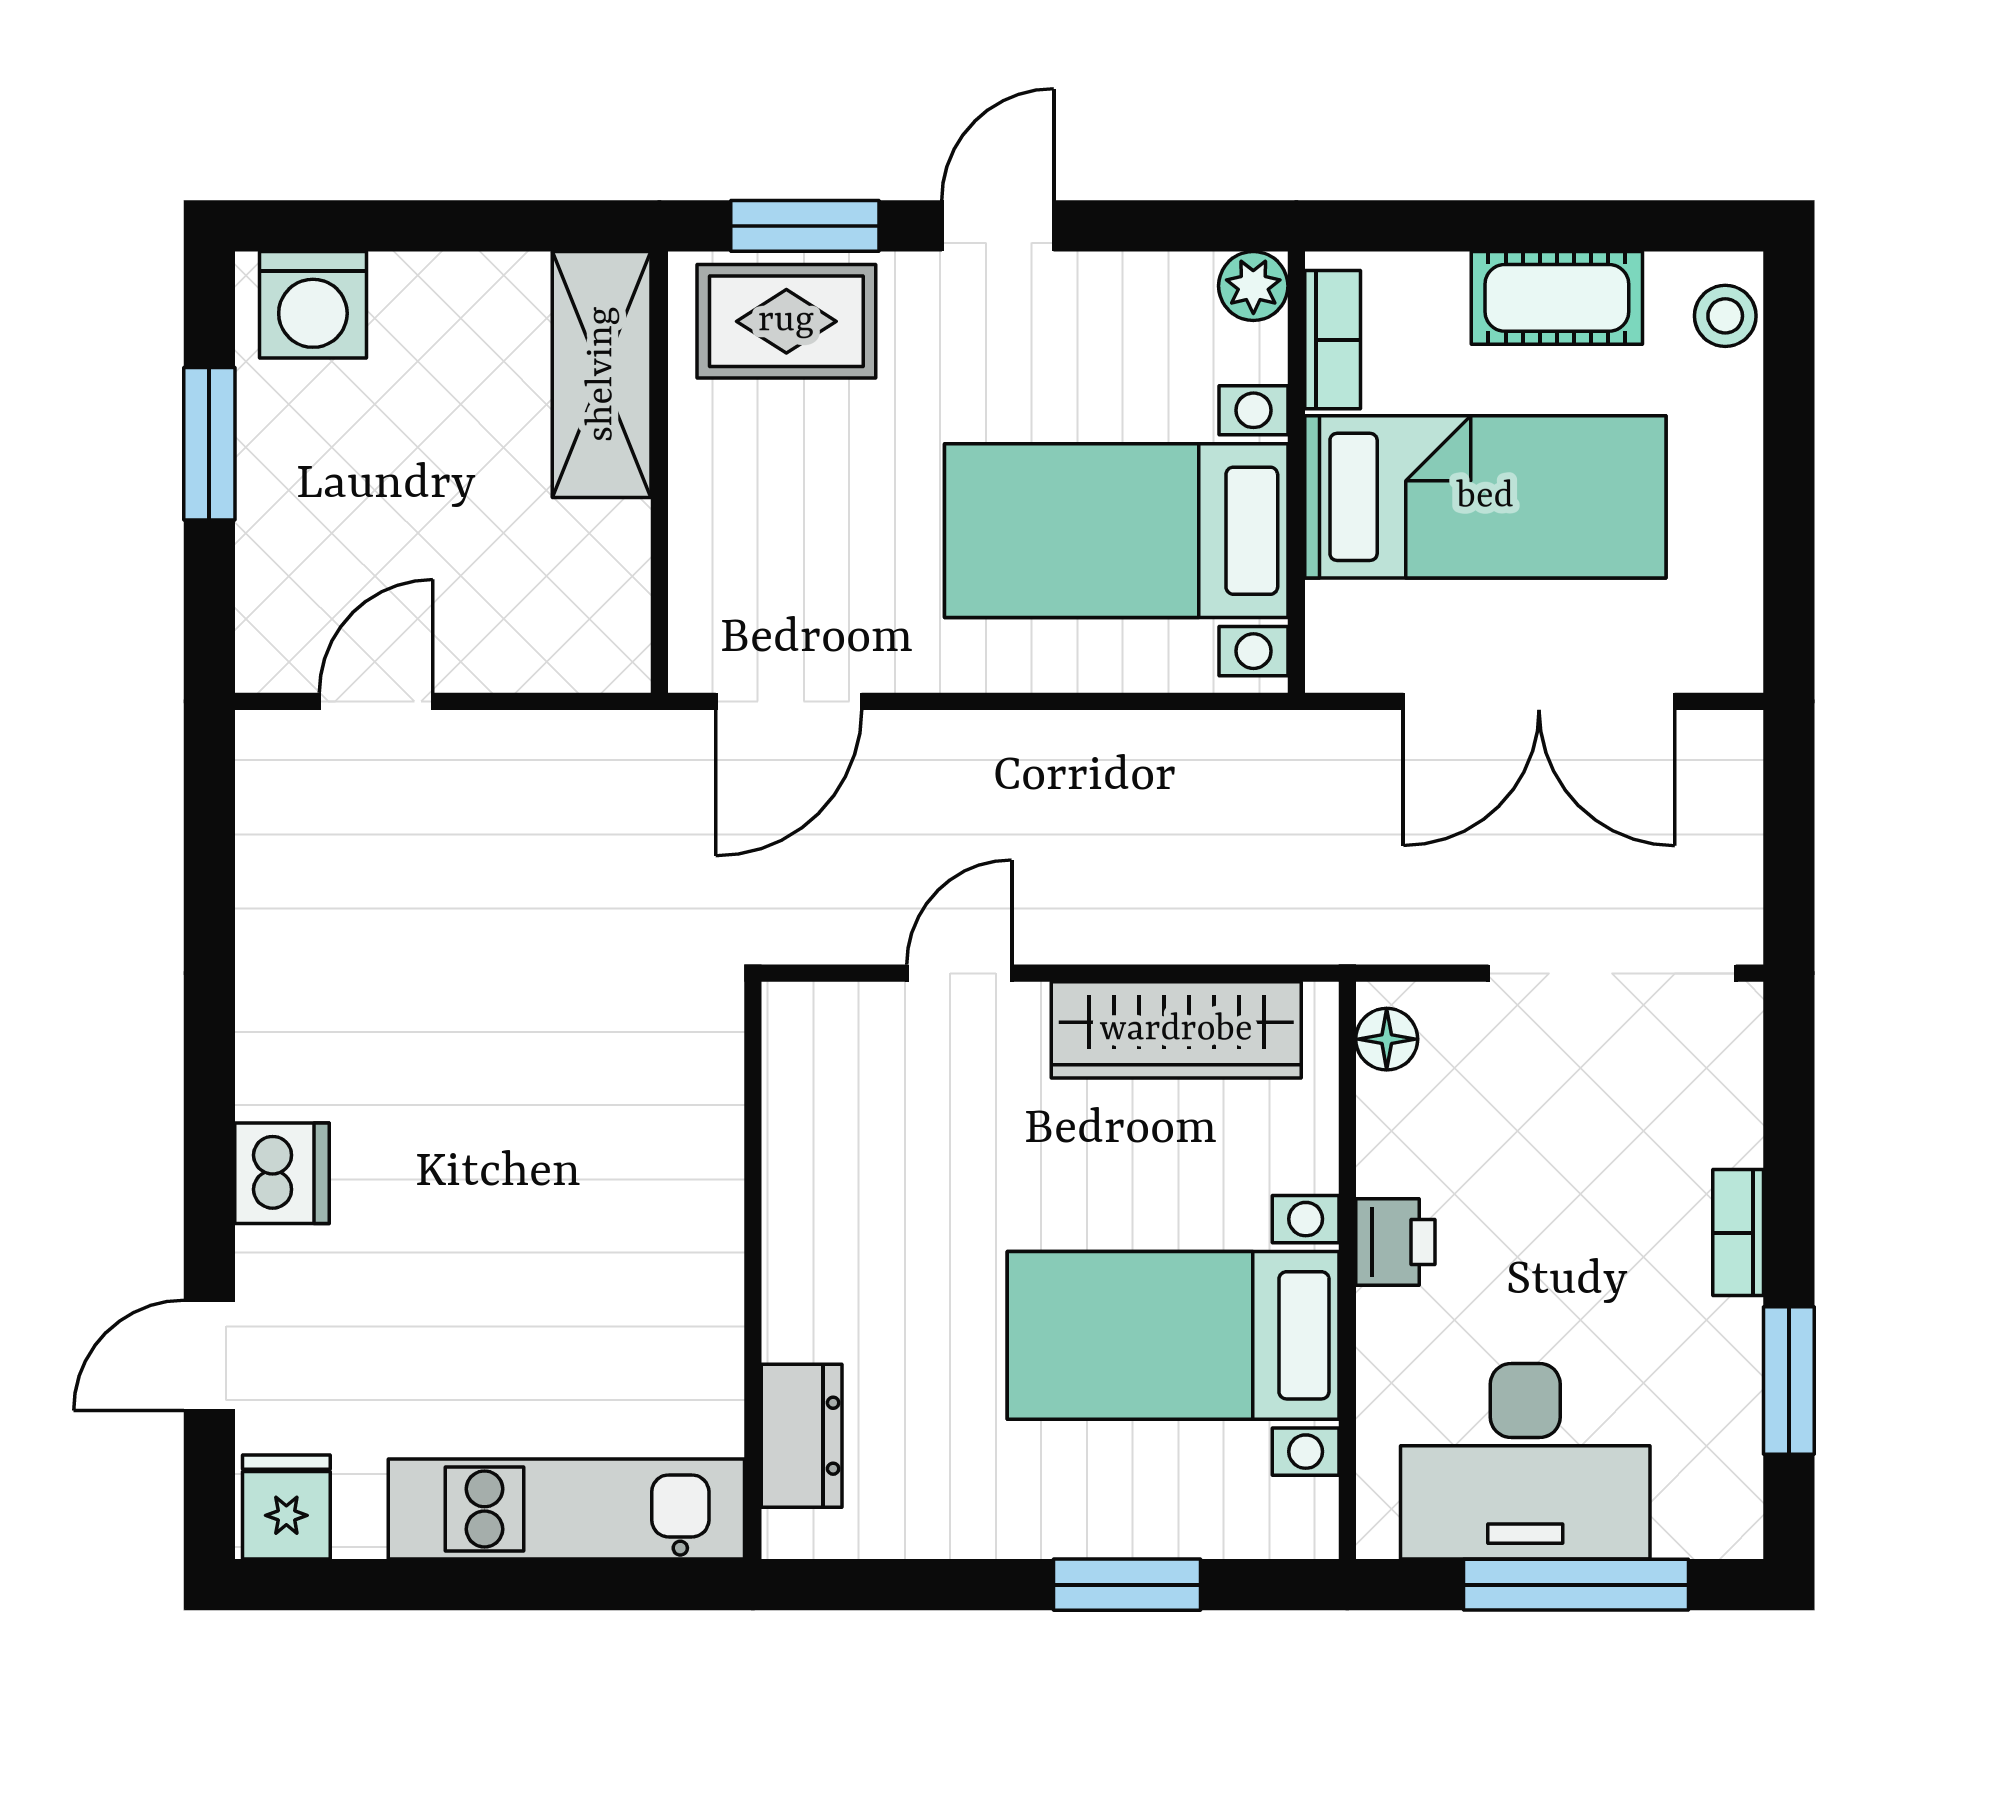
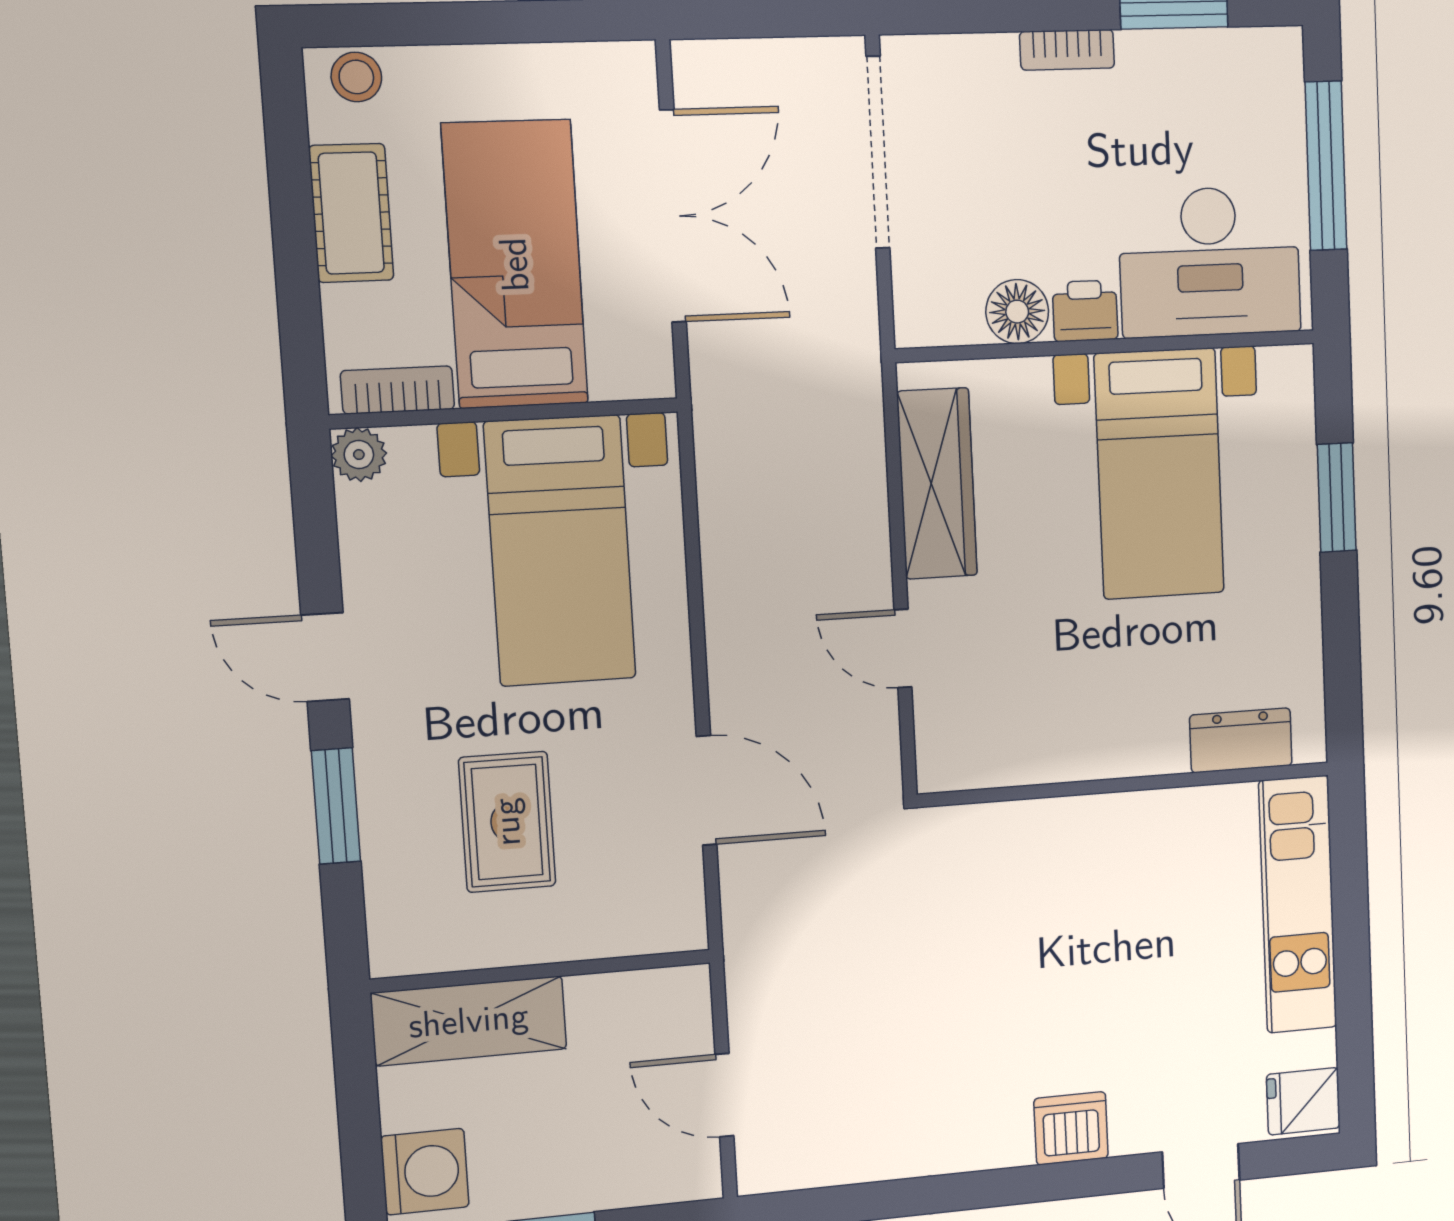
rug: (786, 321) -> (507, 822), moved
shelving: (602, 374) -> (469, 1021), moved
wall: (659, 472) -> (542, 971), moved
floor lamp: (1387, 1039) -> (1017, 312), moved, width x1.37, depth x1.37
desk: (1525, 1461) -> (1210, 262), moved, turned 90

